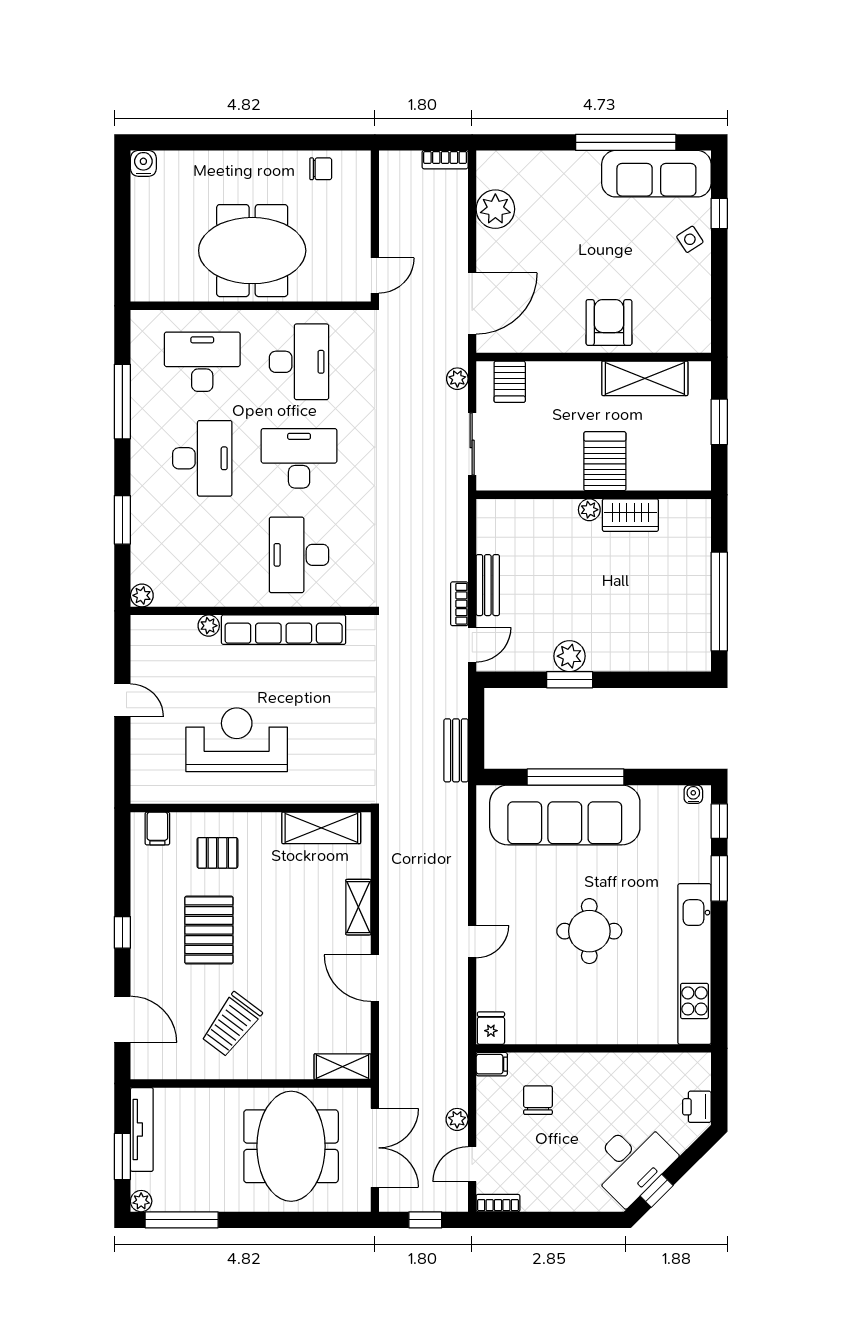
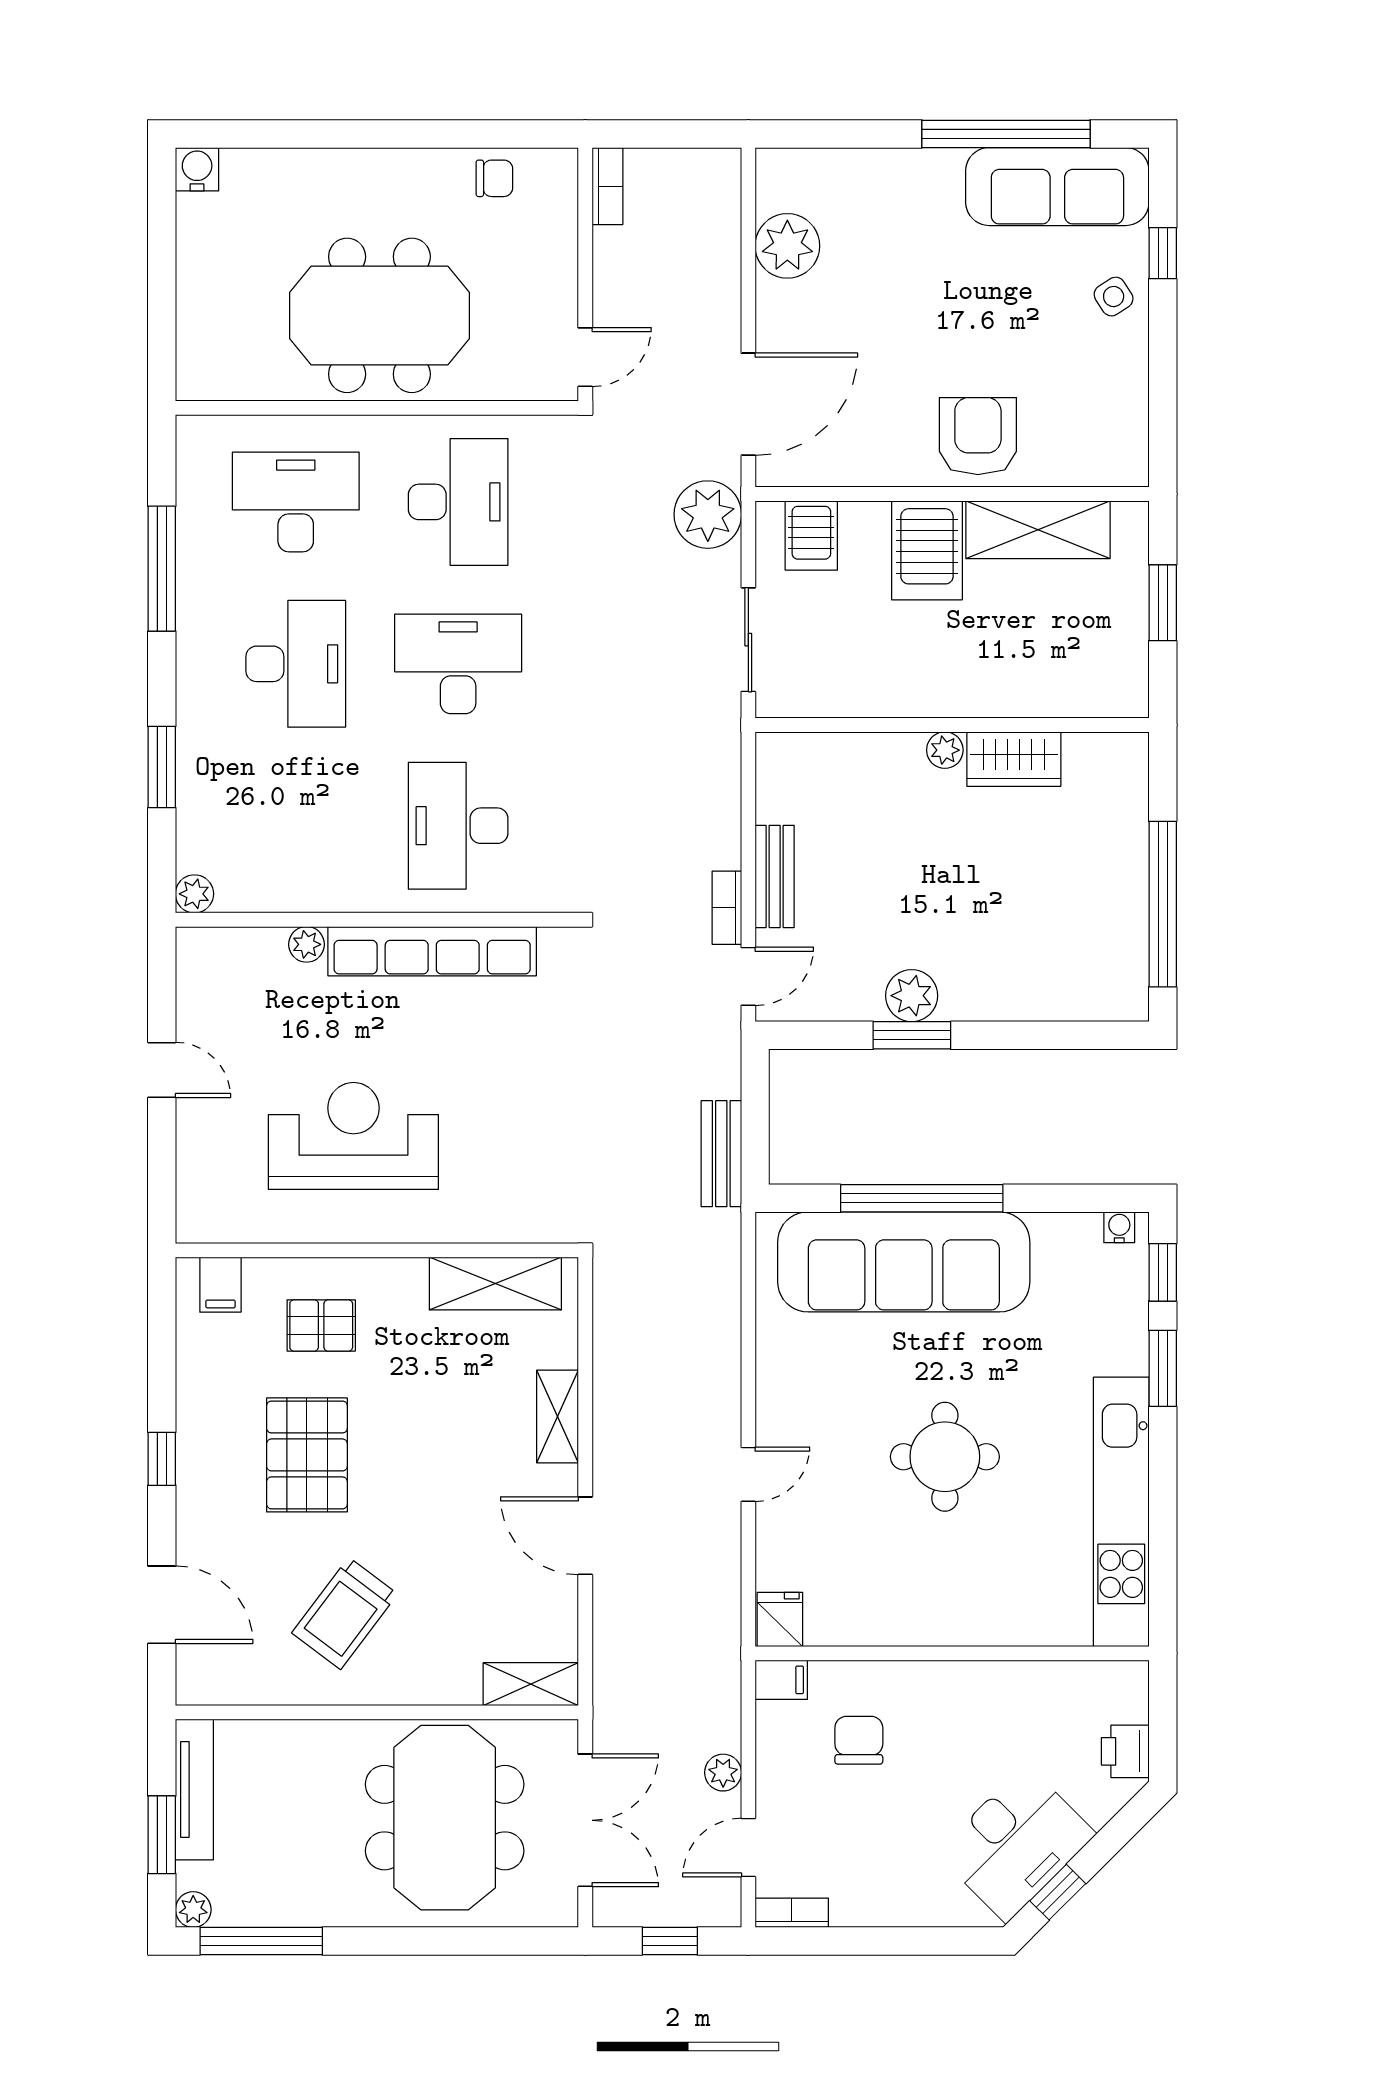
bookcase: (445, 160) -> (607, 186), moved, turned -90
plant: (457, 379) -> (708, 515), width x1.87, depth x1.87
server rack: (605, 461) -> (927, 550), moved, turned 180

